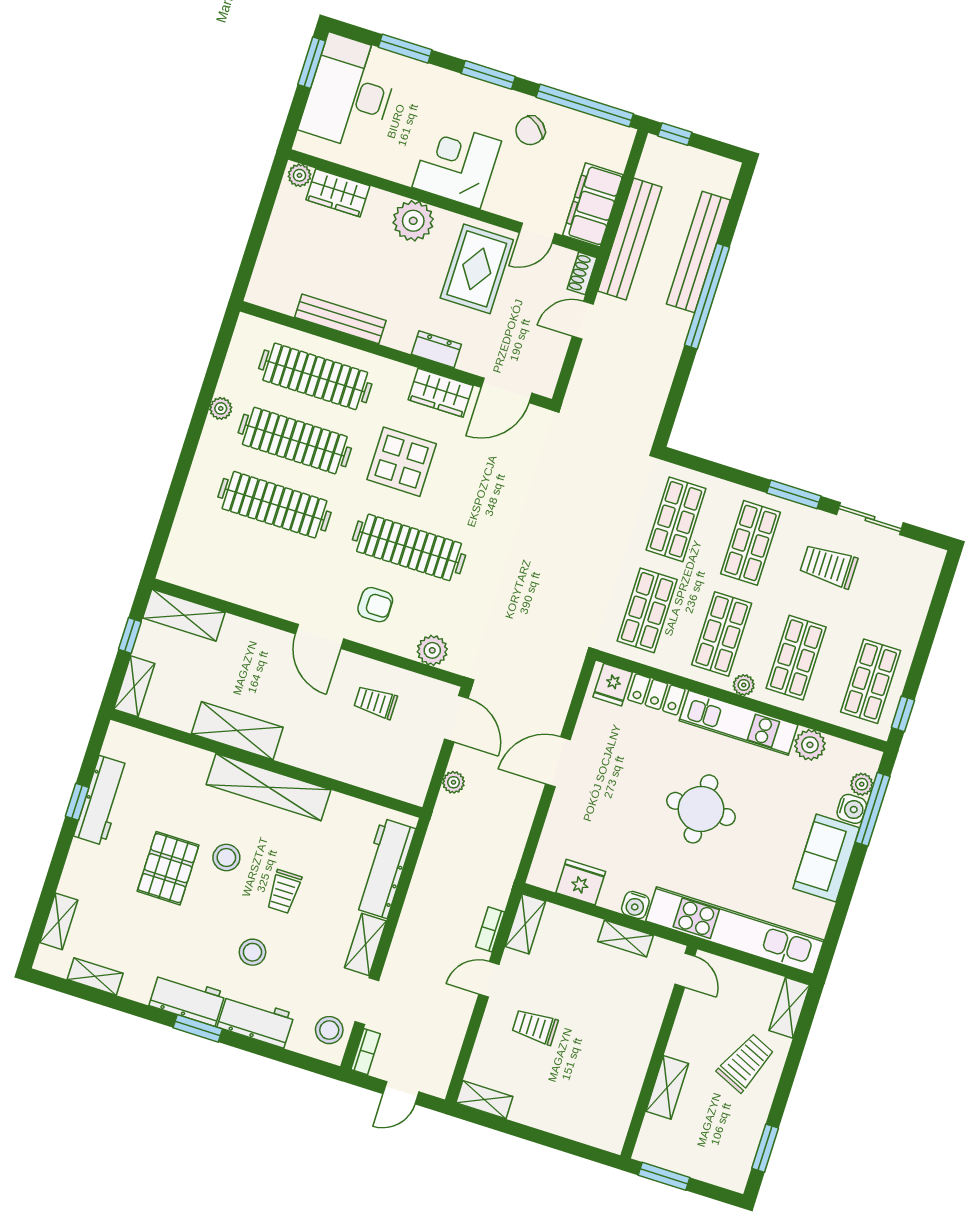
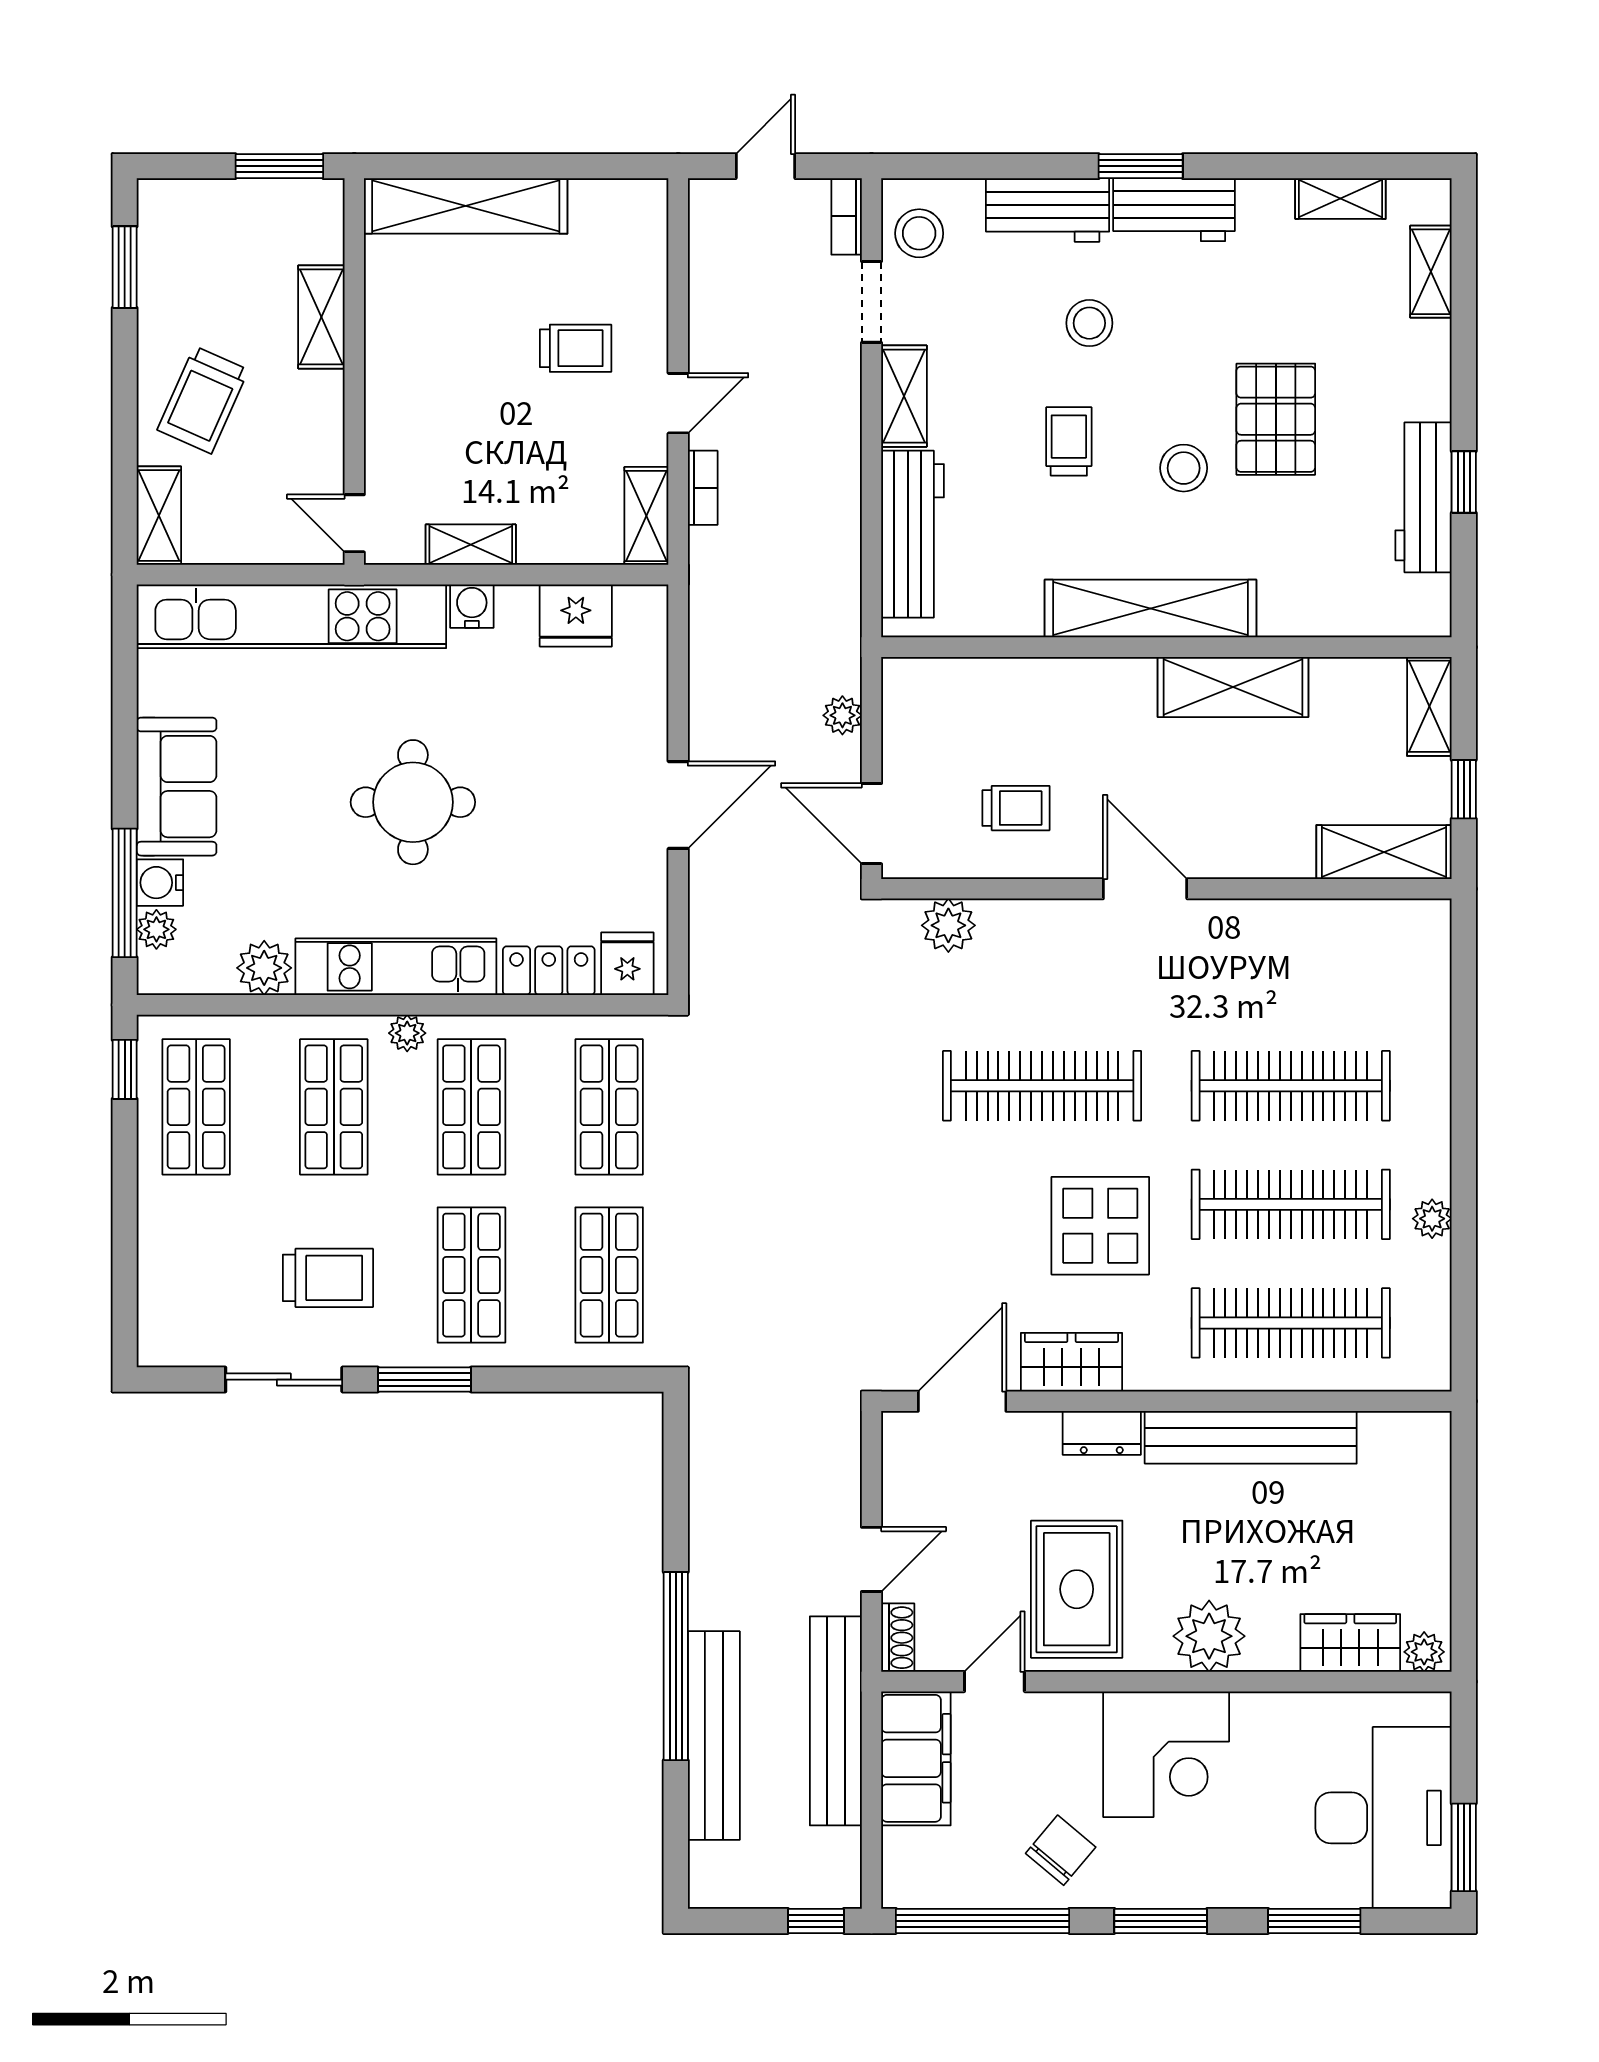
bench: (340, 319) -> (1251, 1437), width x1.37, depth x1.21
armchair: (375, 605) -> (1068, 972), removed
shelving: (484, 1100) -> (466, 206), moved, width x2.20, depth x1.33

